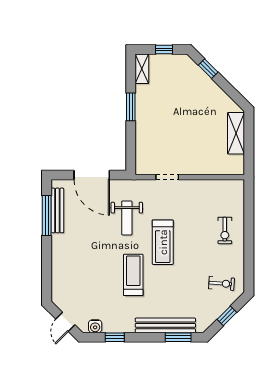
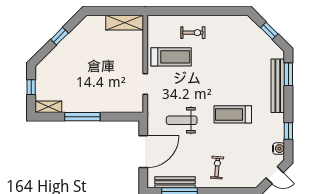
window: (208, 69) -> (60, 36), moved
window: (131, 107) -> (82, 117), width x1.44
shelving: (236, 133) -> (125, 23), moved
weight bench: (127, 218) -> (182, 120), turned 180
treadmill: (163, 242) -> (171, 57), moved
exercise bike: (221, 283) -> (217, 168), moved

